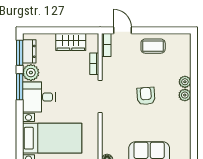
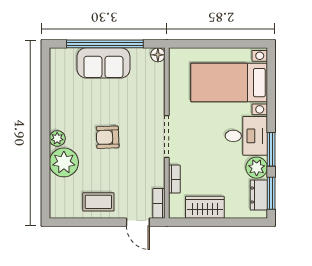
plant: (185, 82) -> (64, 162), width x1.87, depth x1.87
armchair: (146, 96) -> (108, 137), turned 92

